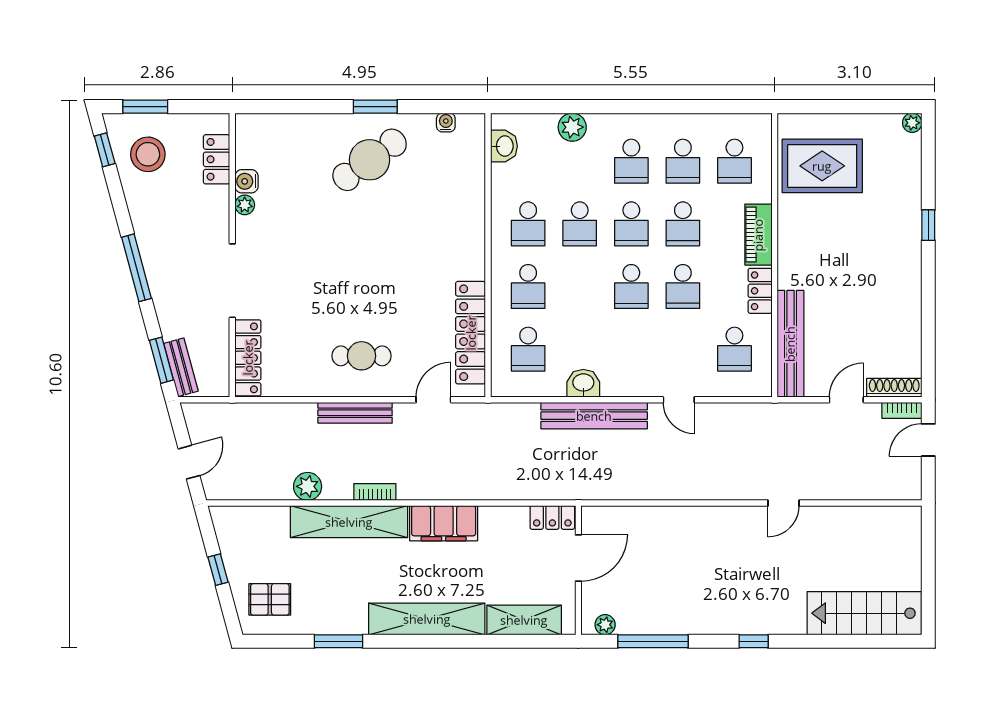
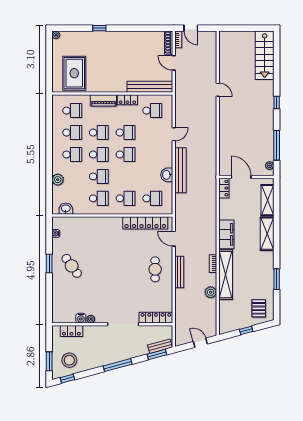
cafe table: (370, 160) -> (72, 266), width x0.73, depth x0.74
shelving: (427, 619) -> (267, 234), width x0.68

